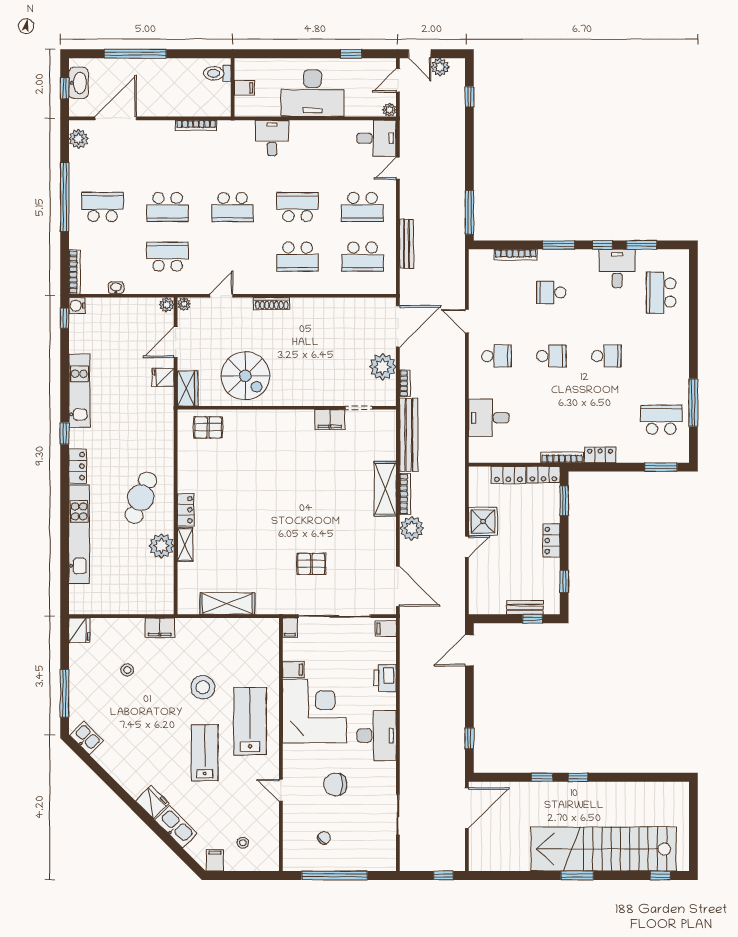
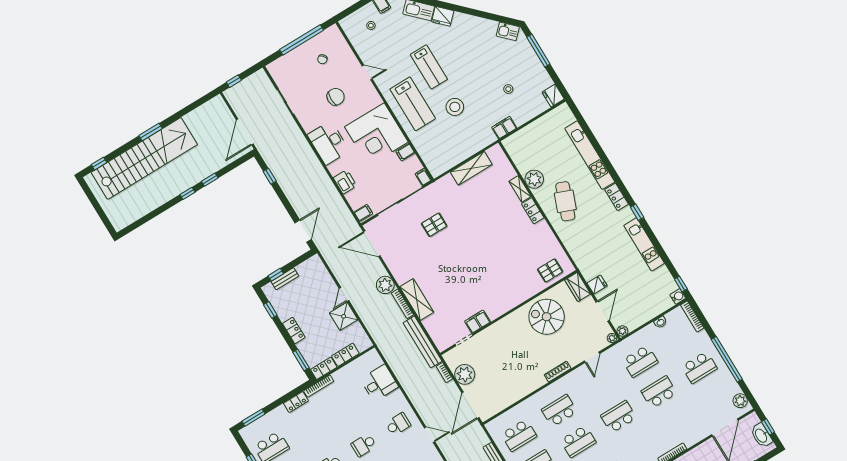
school desk: (363, 257) -> (519, 435), turned 180
school desk: (496, 356) -> (398, 424), turned 180

